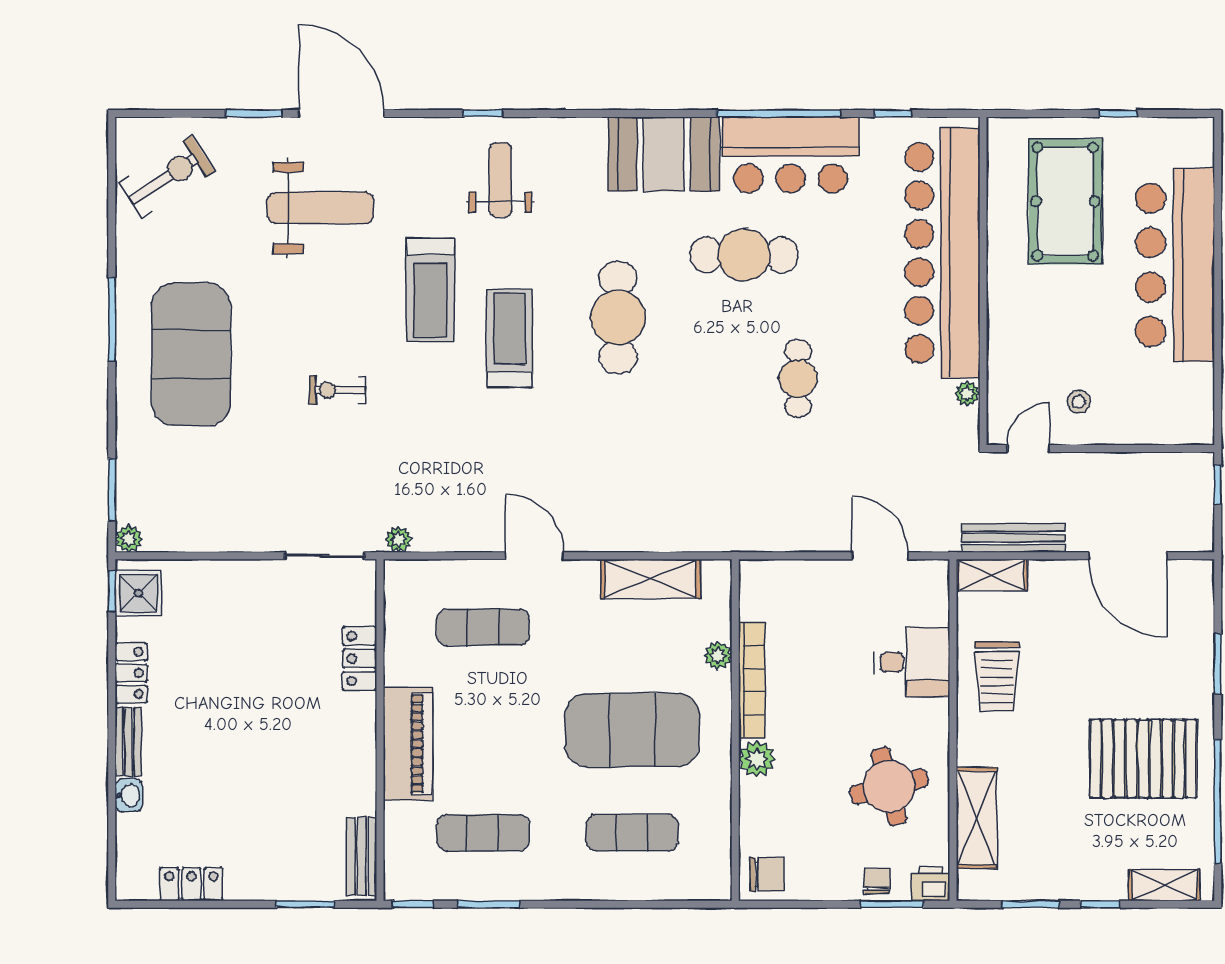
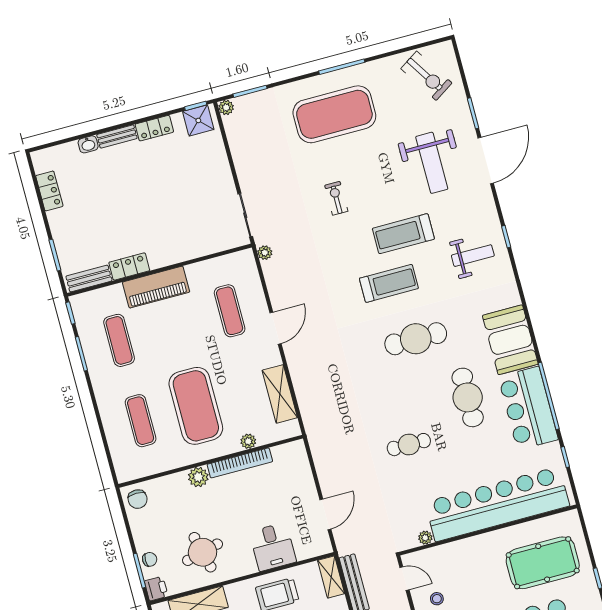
locker: (360, 659) -> (129, 266), moved

